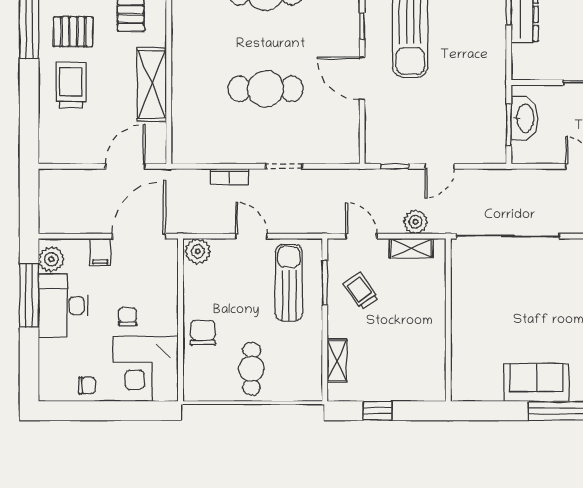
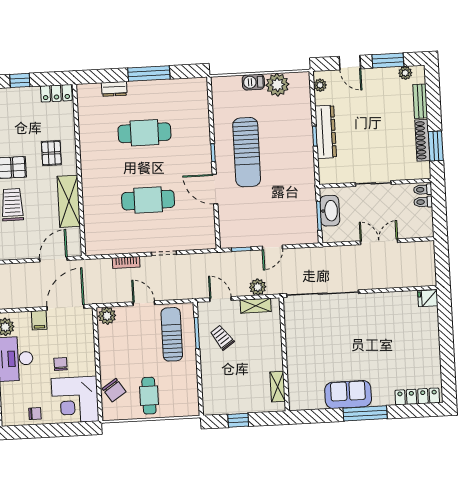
chair: (203, 333) -> (114, 390), moved, turned 146
shelving: (337, 361) -> (278, 387), moved

